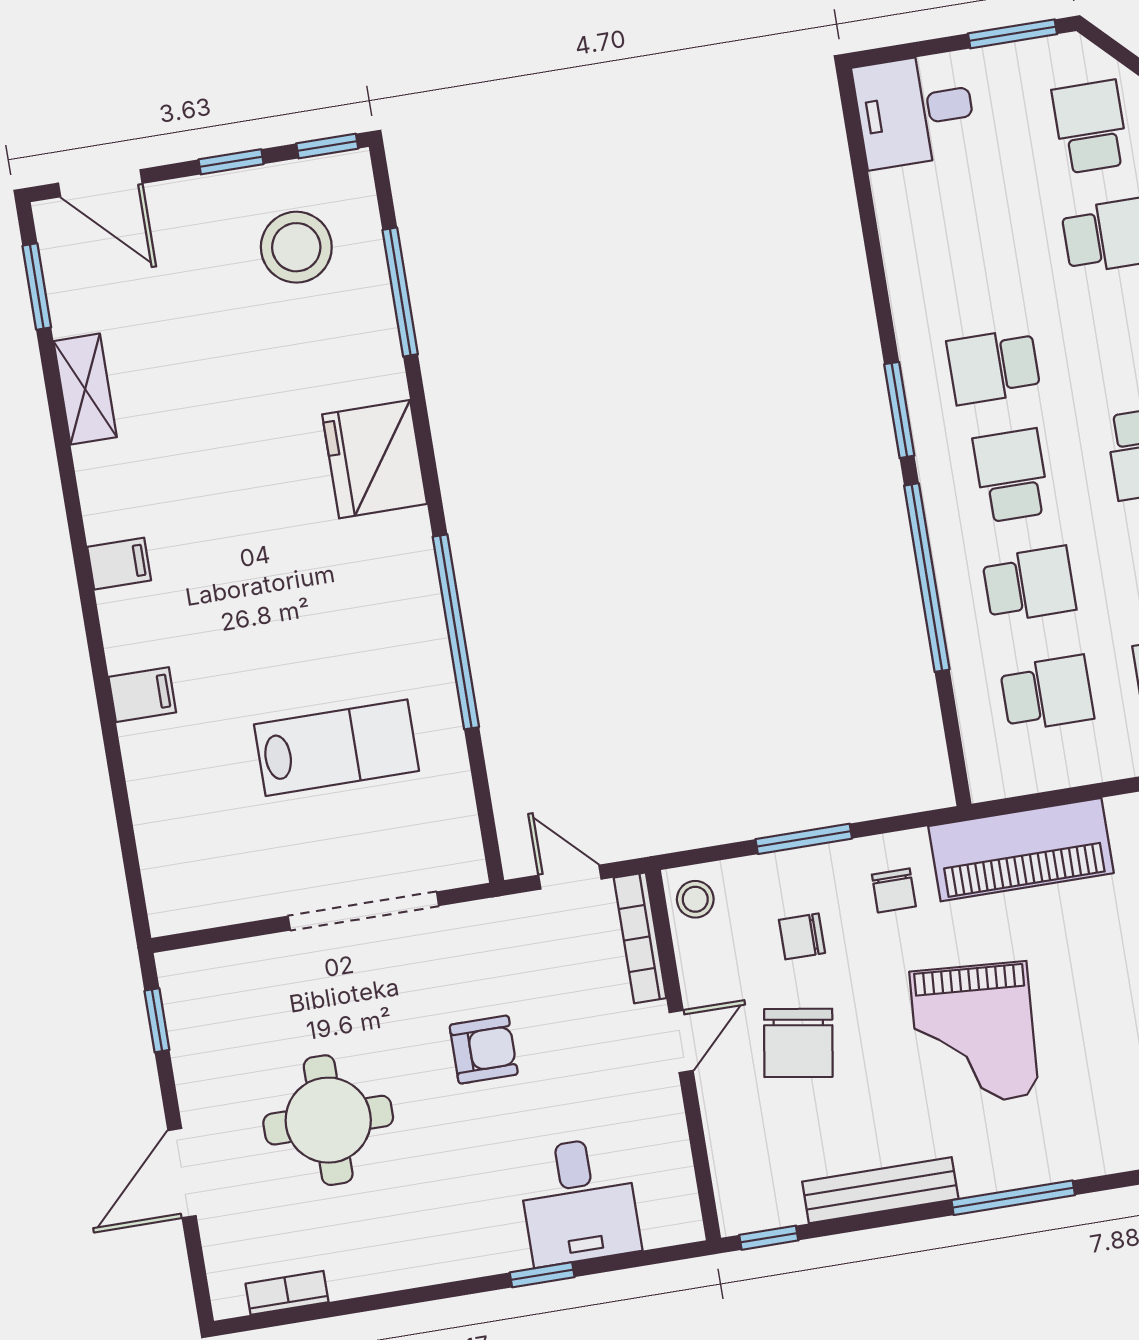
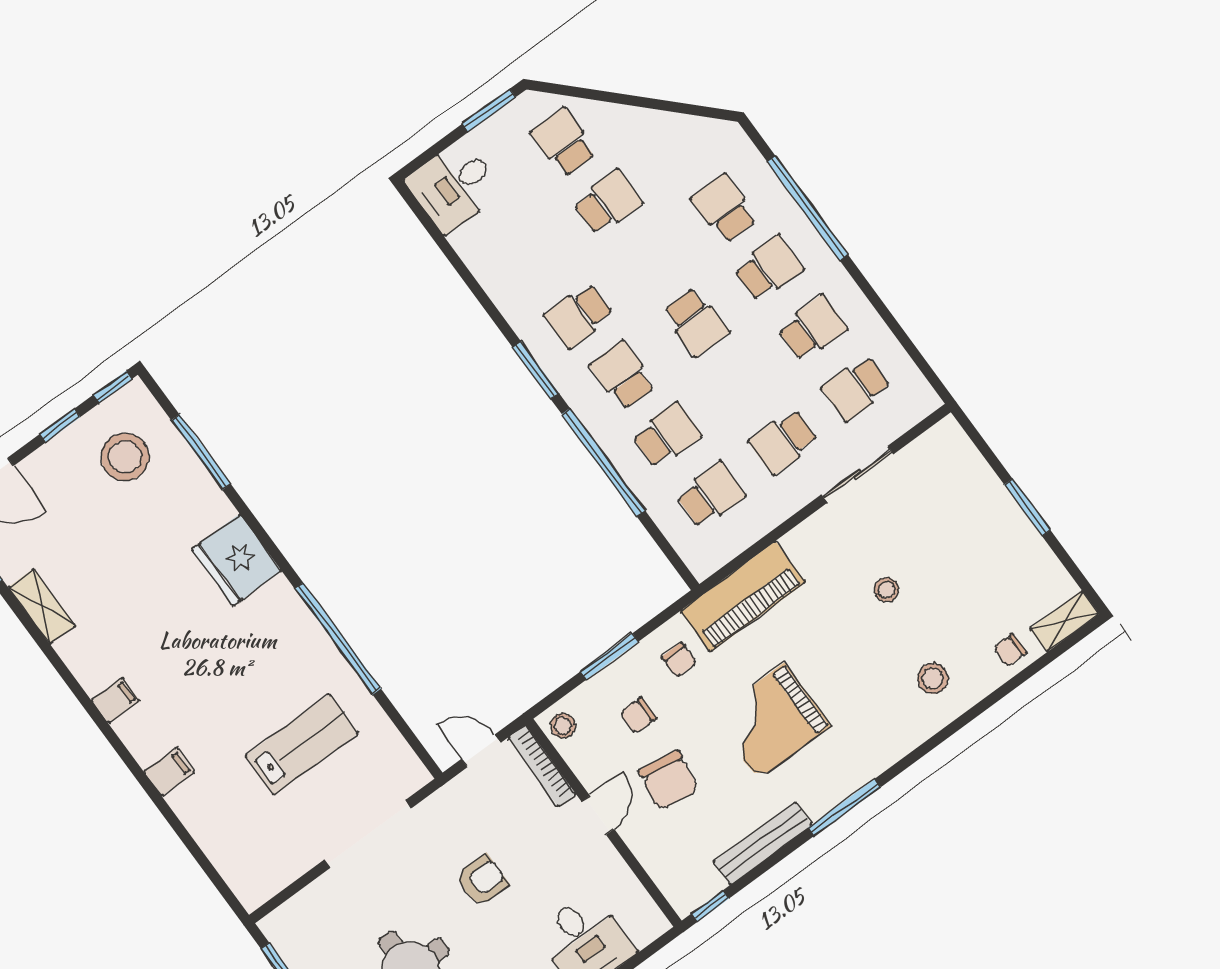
grand piano: (974, 1034) -> (771, 721), turned 86

